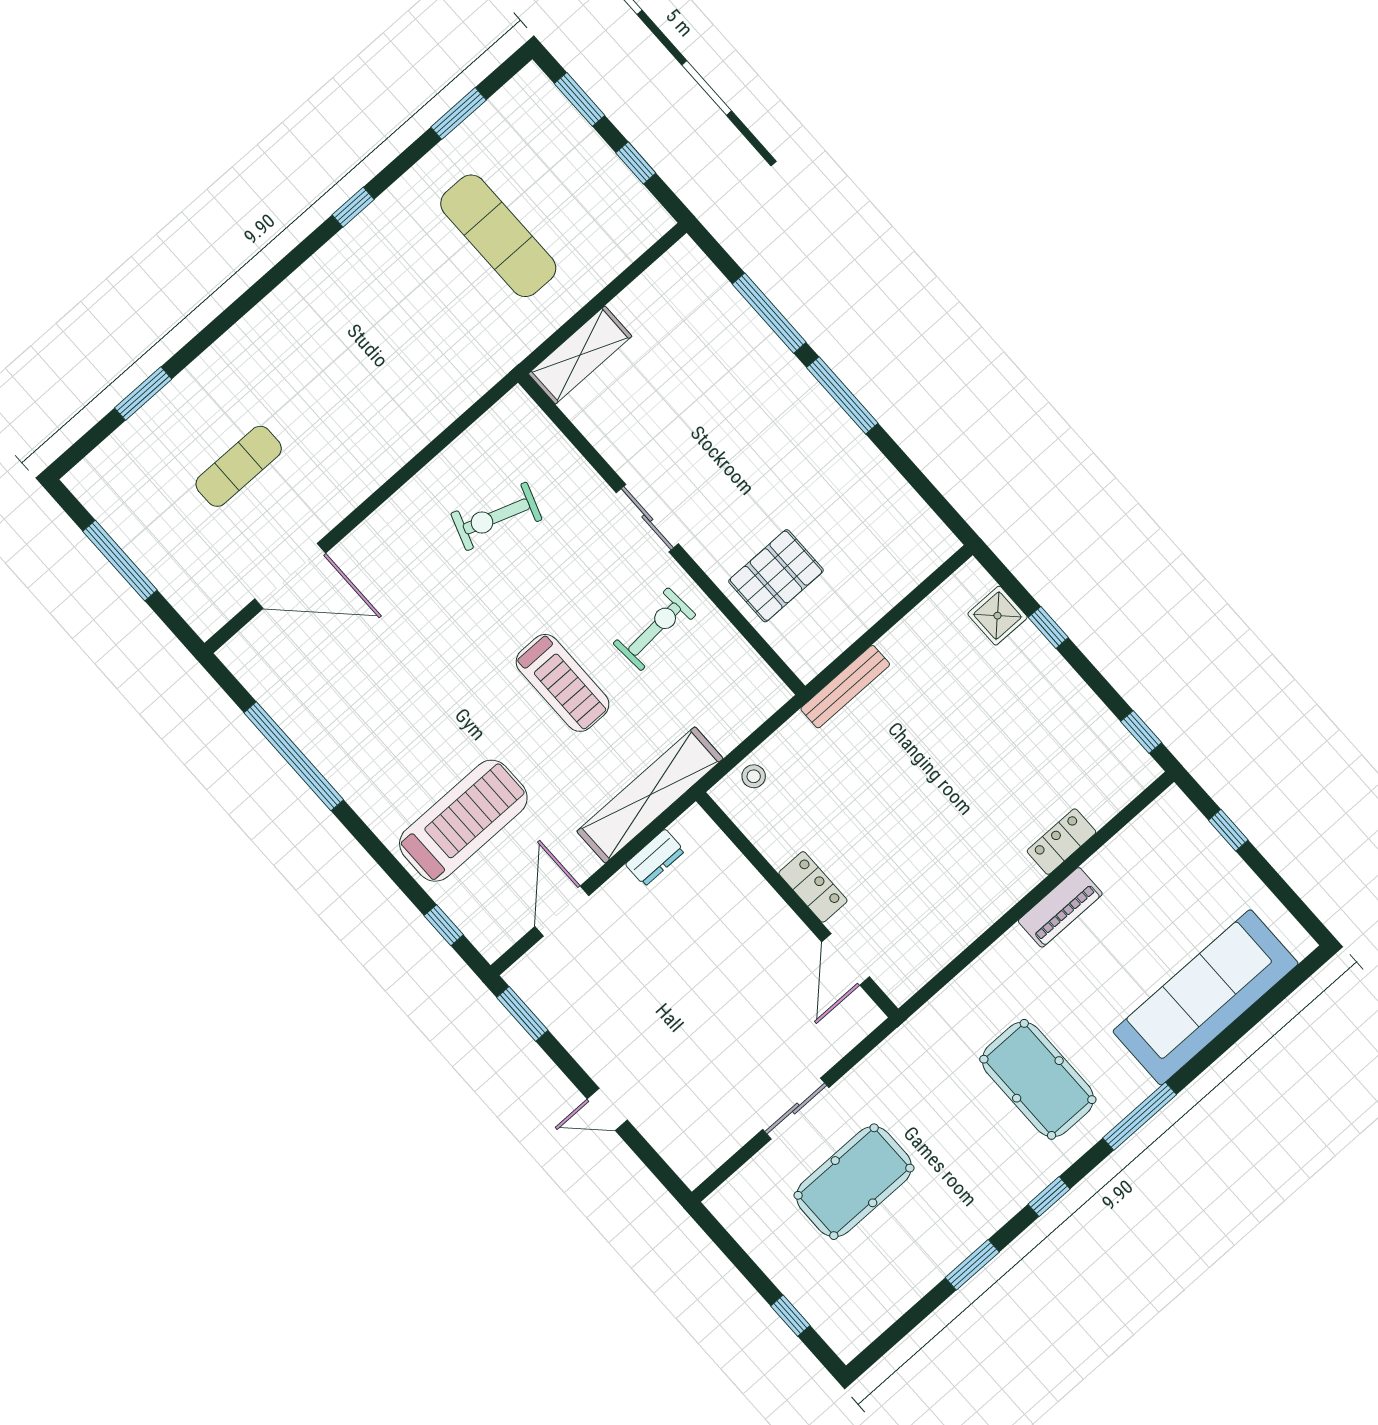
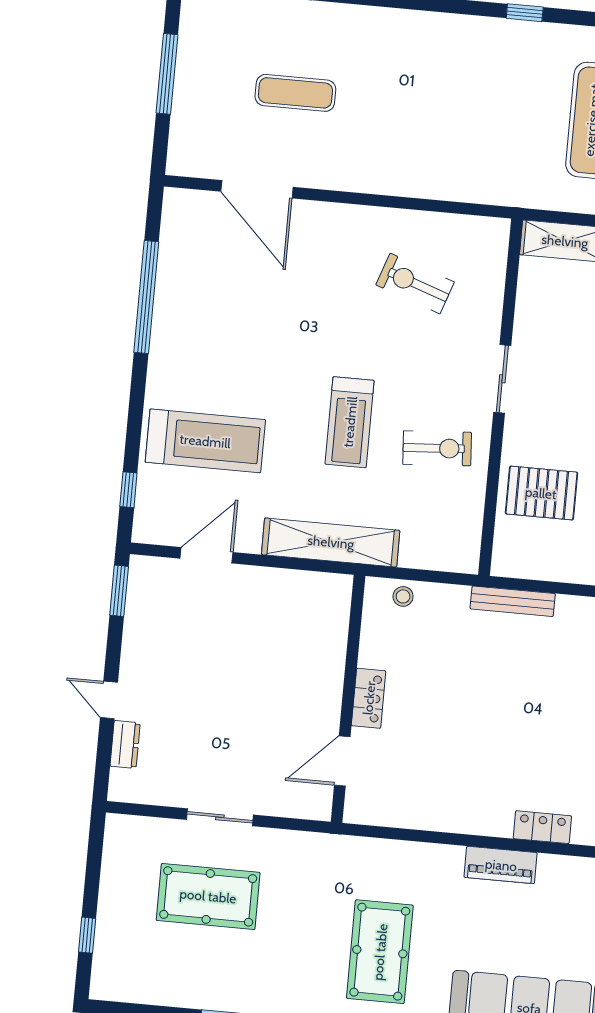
dresser: (655, 858) -> (125, 744), moved, turned -90

